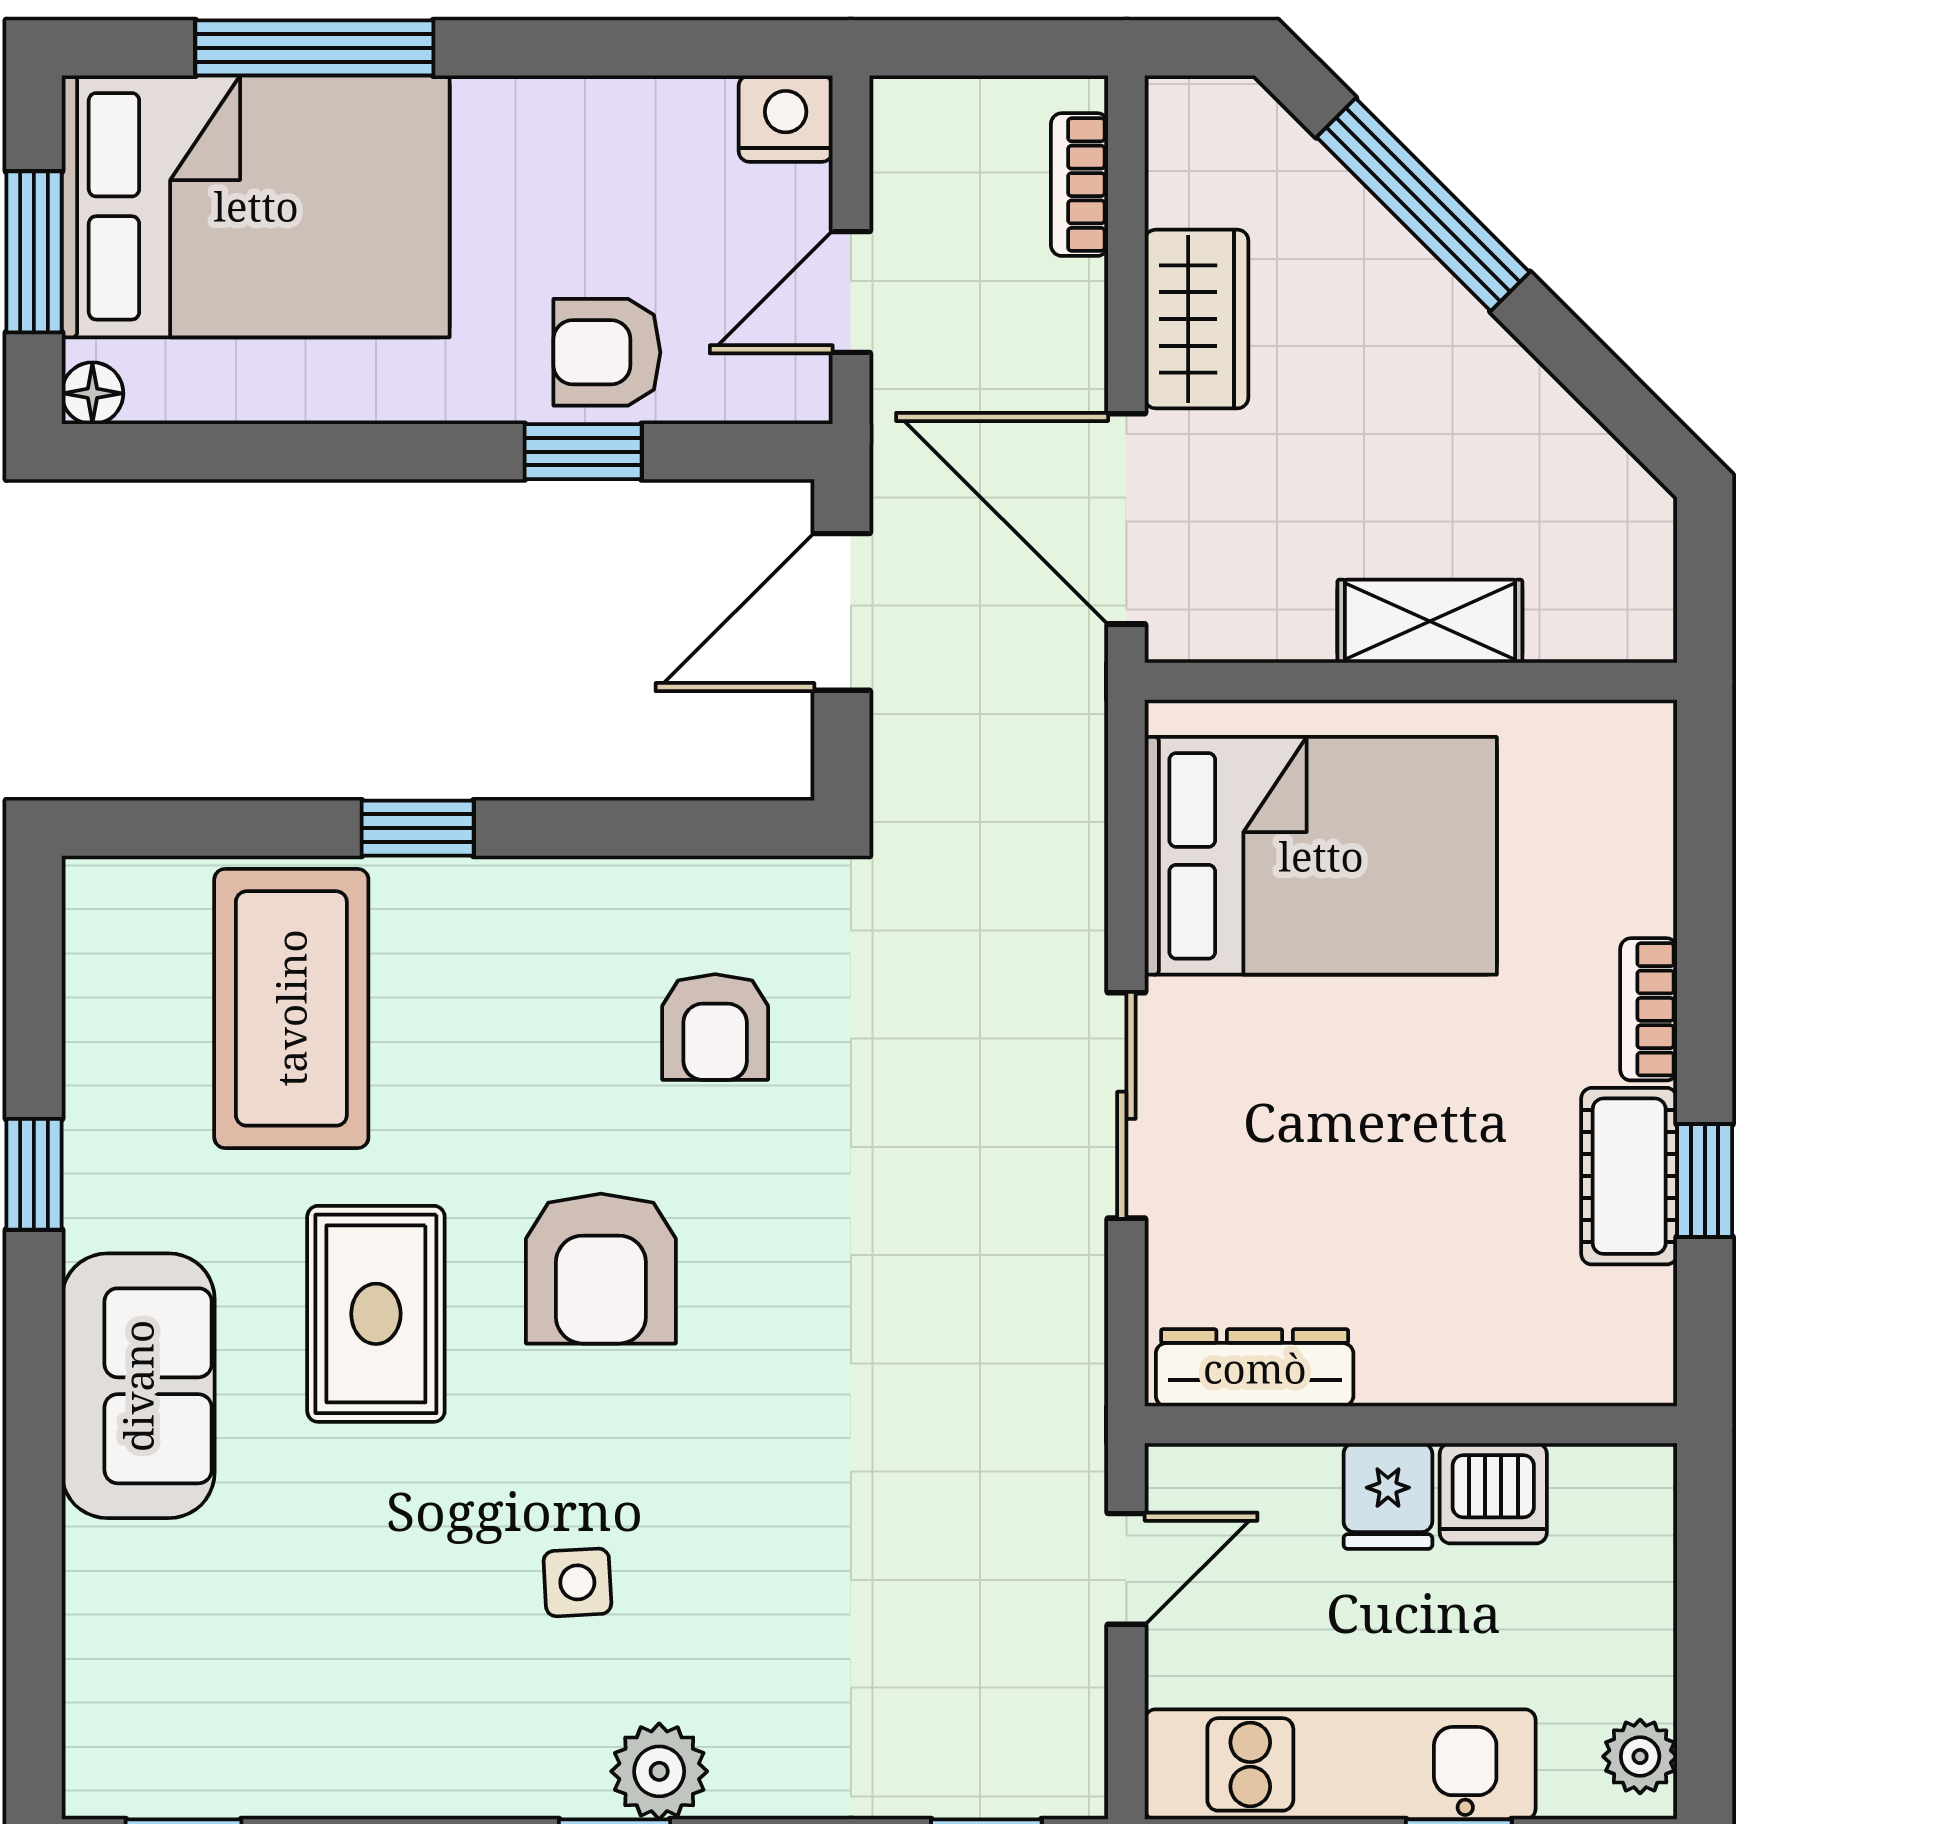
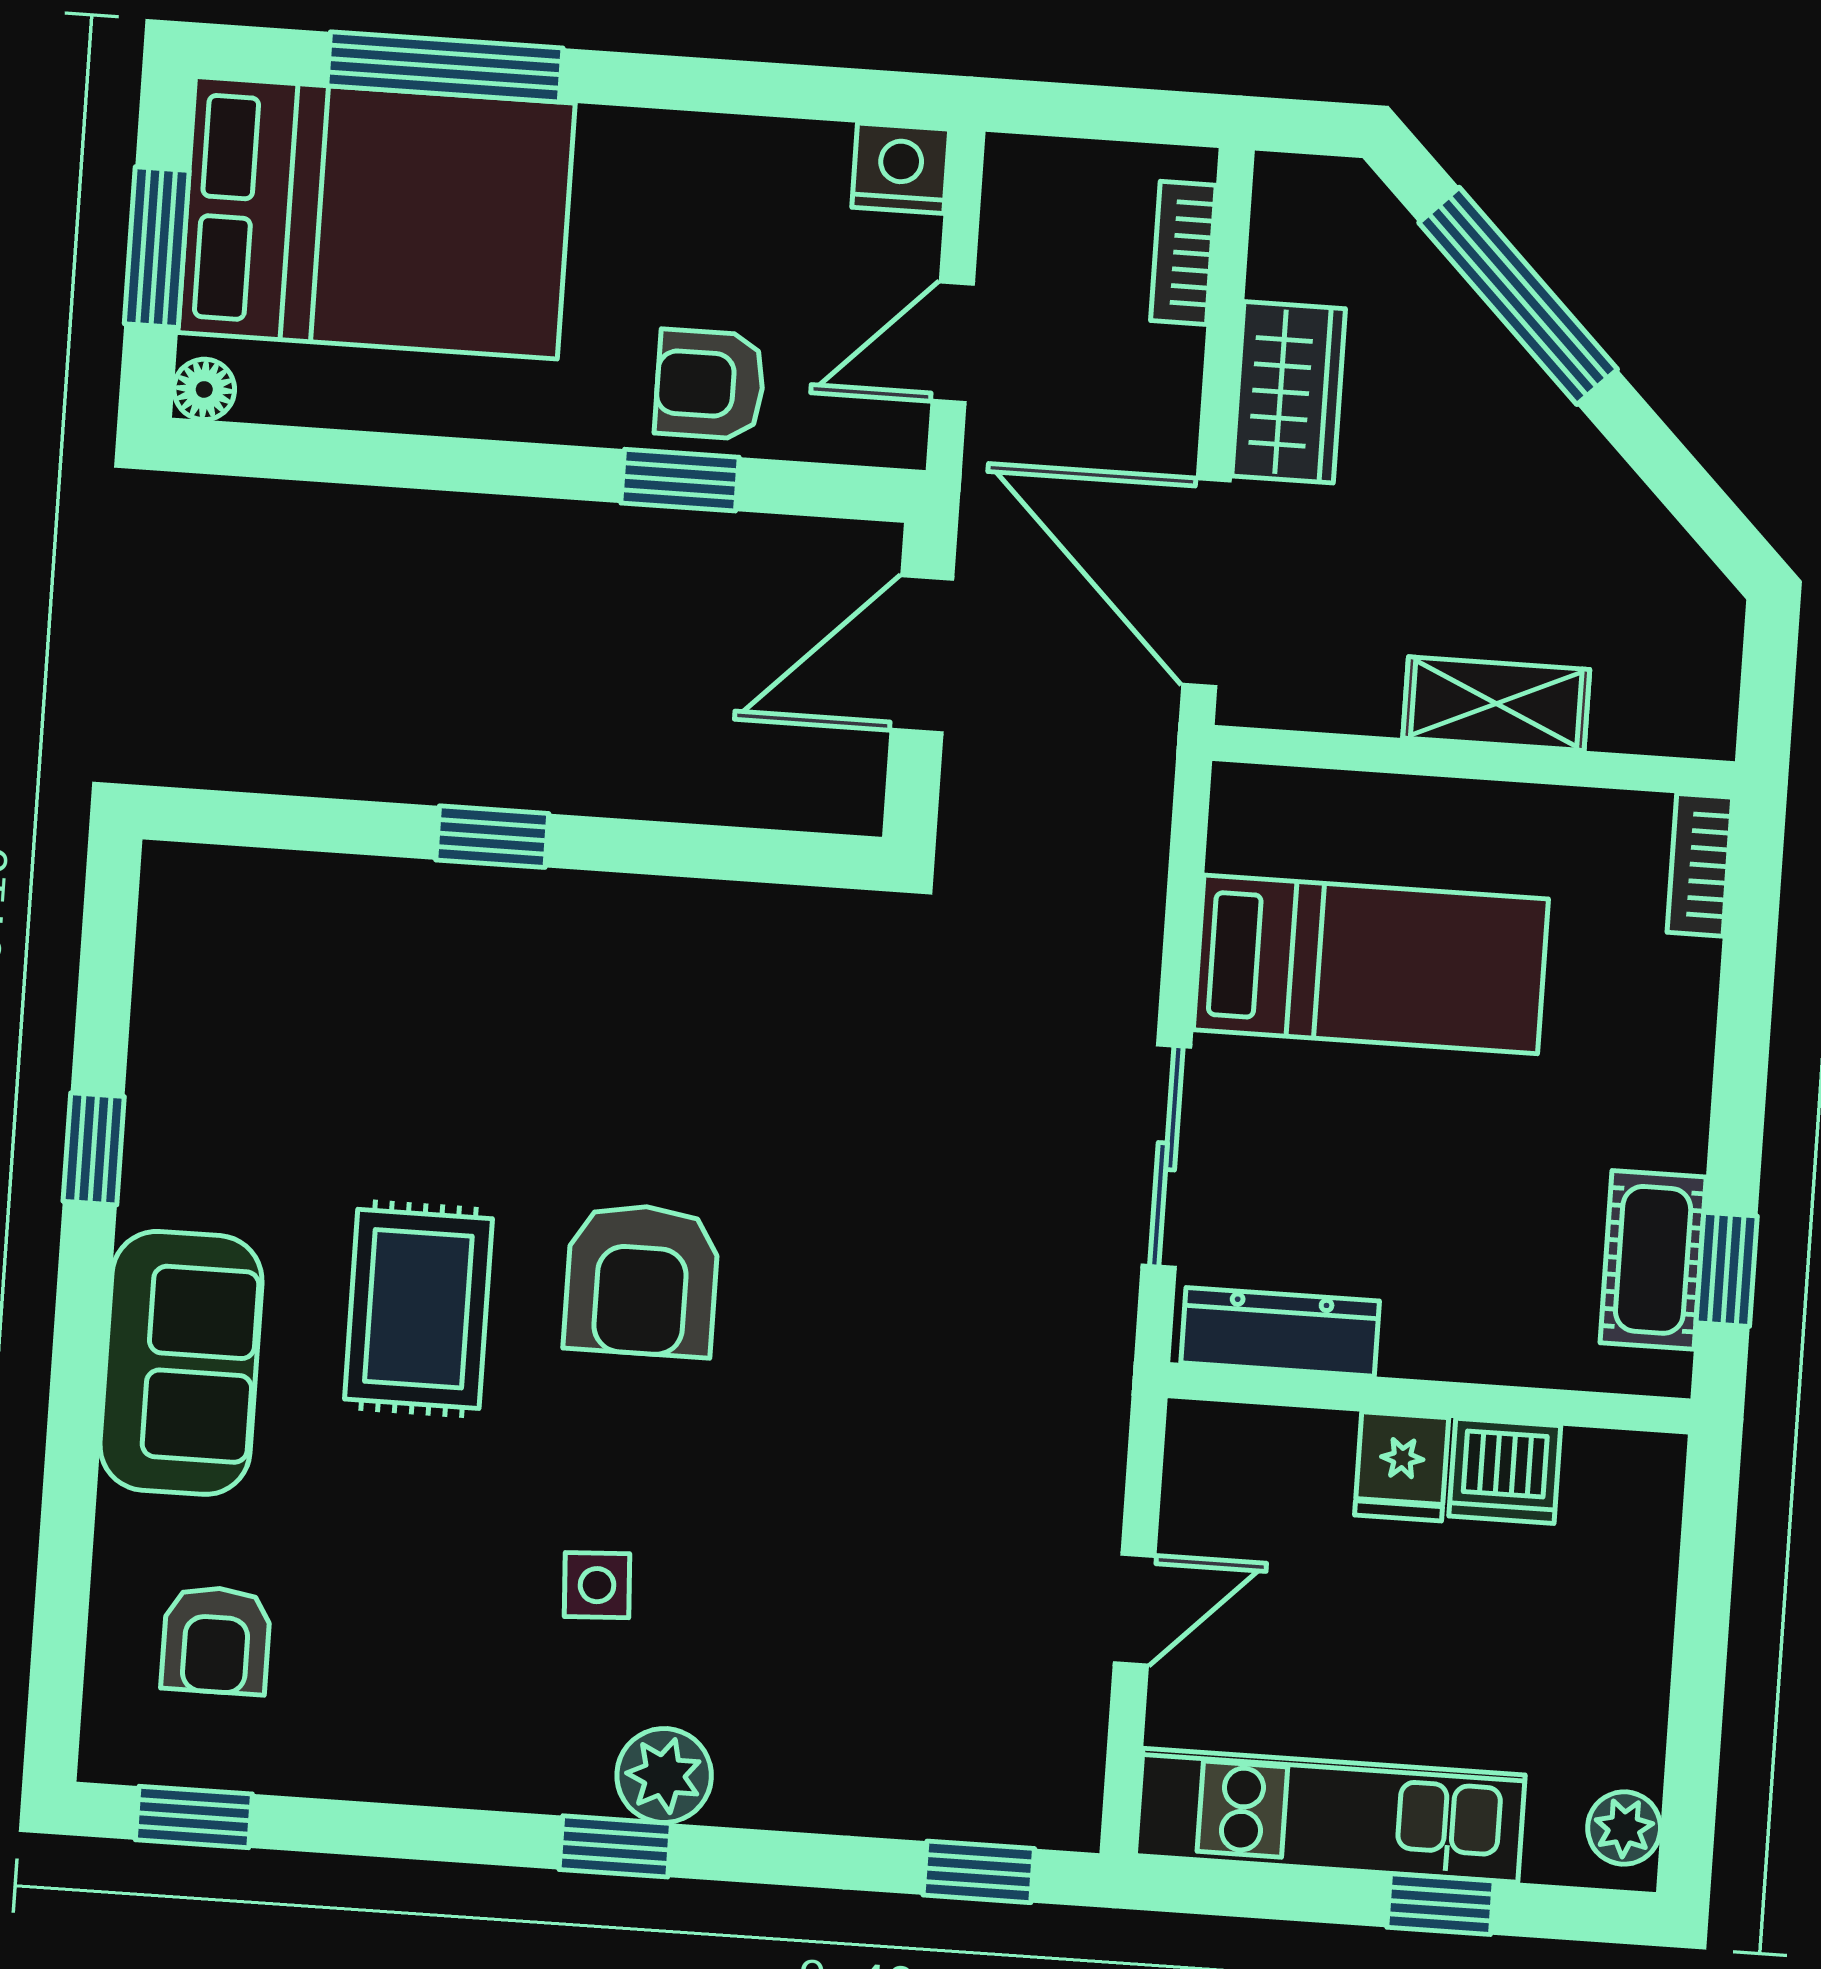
bed: (1321, 856) -> (1371, 964), width x0.67
coffee table: (291, 1008) -> (357, 1004), removed
bookcase: (1649, 1009) -> (1700, 865), moved
armchair: (715, 1027) -> (216, 1640), moved
dresser: (1255, 1368) -> (1280, 1332), moved
wall: (1411, 1425) -> (1429, 1398), moved
dishwasher: (1493, 1493) -> (1505, 1471), moved
fridge: (1388, 1496) -> (1402, 1466), moved

